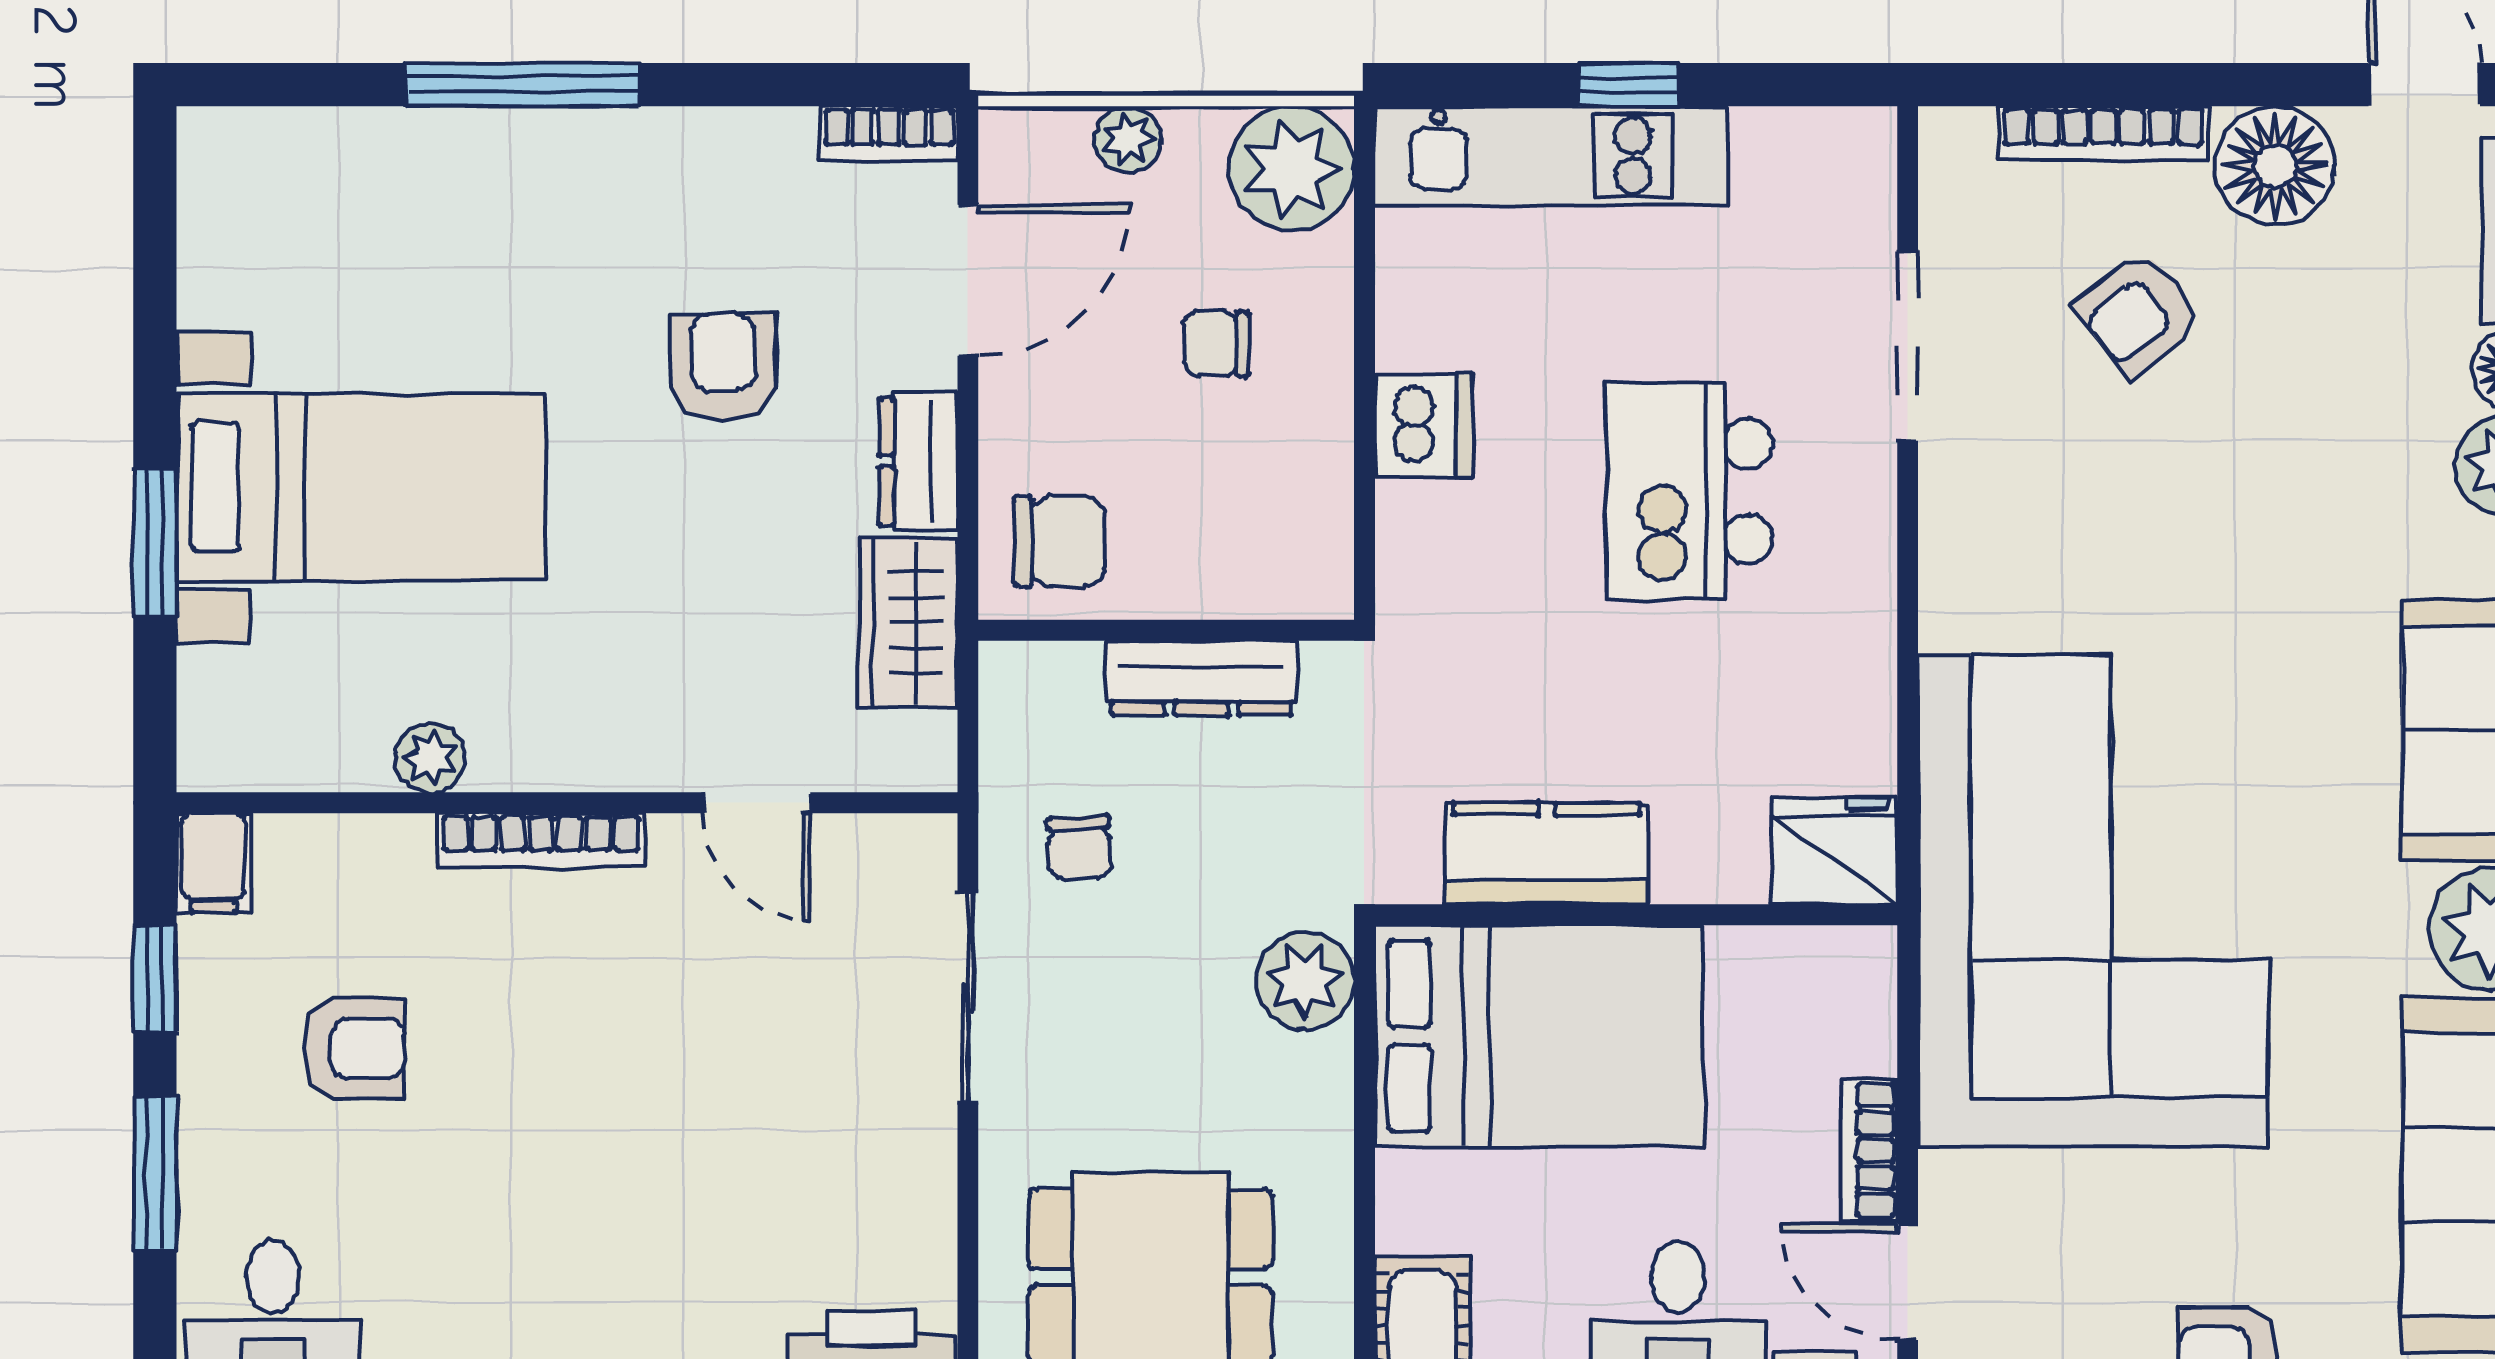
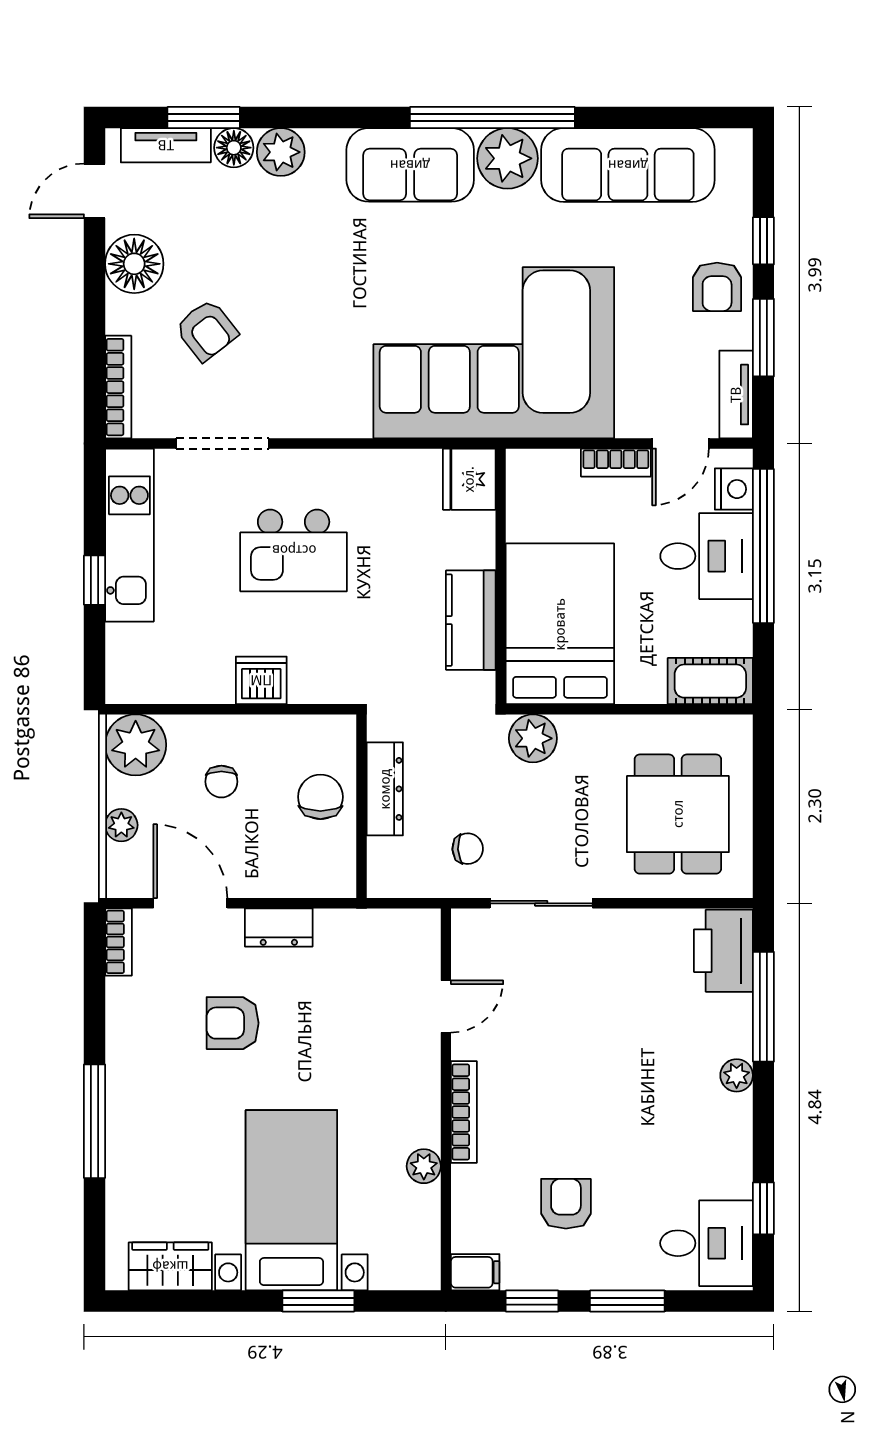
bookcase: (2103, 133) -> (118, 387), moved
kitchen unit: (1552, 156) -> (129, 535), moved
chair: (1059, 541) -> (320, 797), moved
wardrobe: (908, 623) -> (170, 1266), moved, turned 180

